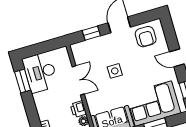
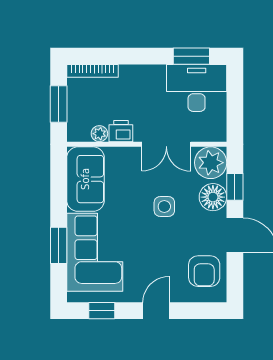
armchair: (146, 37) -> (204, 271), turned -90
floor lamp: (101, 44) -> (213, 197), added
plant: (81, 51) -> (211, 163), added

